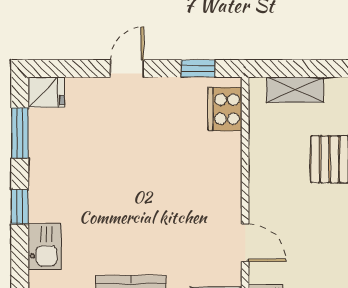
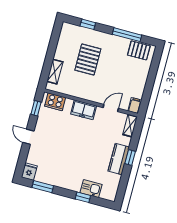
freezer: (224, 181) -> (84, 110), added
window: (20, 207) -> (83, 197), moved

